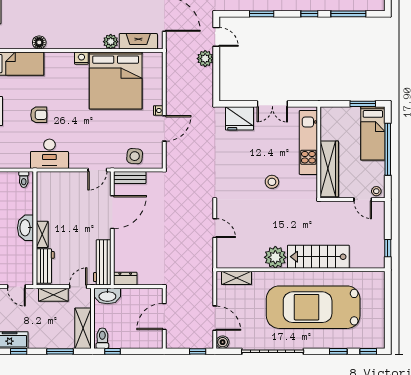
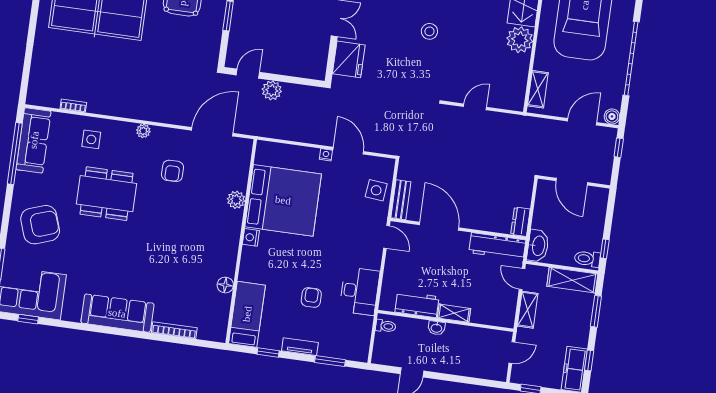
fireplace: (138, 41) -> (240, 167), removed
washbasin: (26, 228) -> (436, 328), width x0.52, depth x0.69
workbench: (45, 266) -> (417, 304), moved

